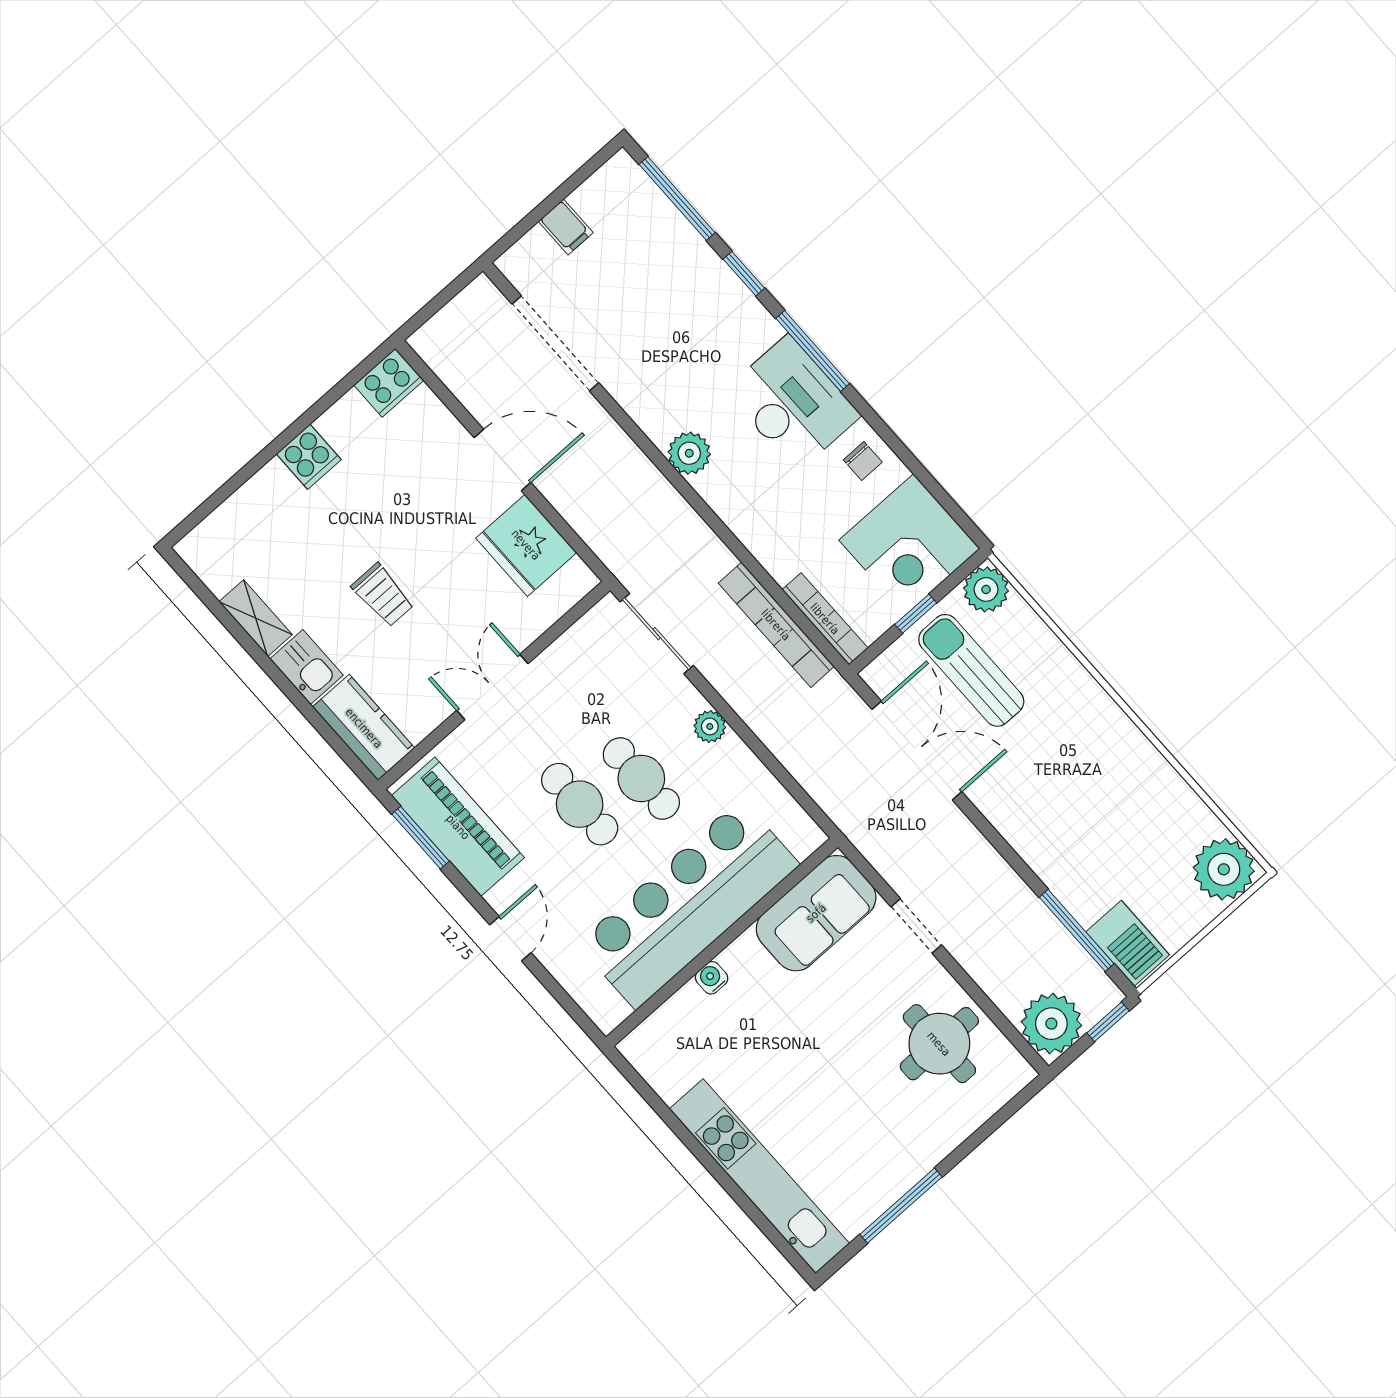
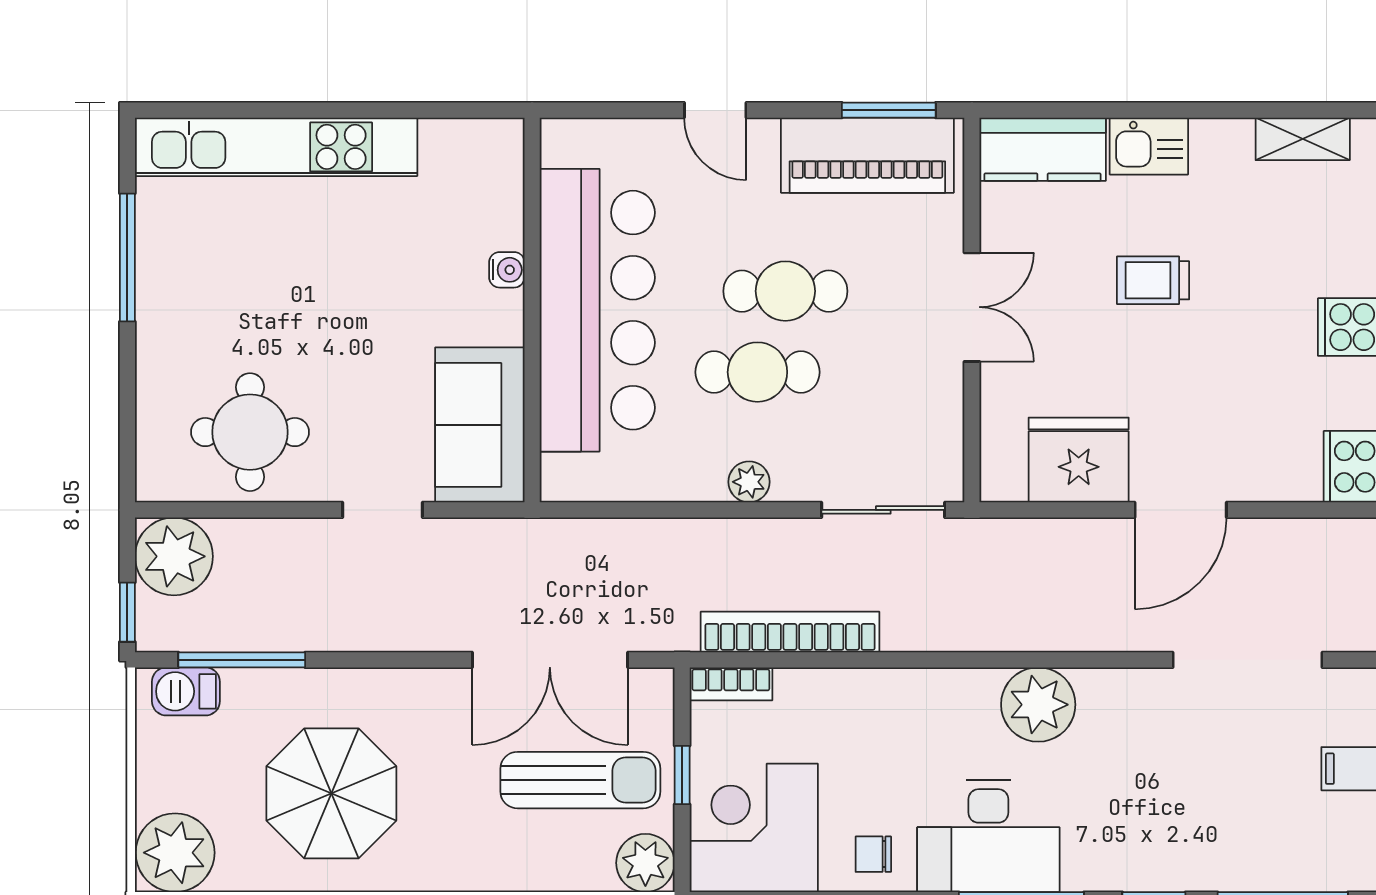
plant: (689, 453) -> (1038, 705), width x1.36, depth x1.36
shelving: (256, 618) -> (1303, 139), moved
bookcase: (825, 619) -> (731, 684), width x0.64
parasol: (1108, 809) -> (331, 793), added
barbecue: (1128, 943) -> (186, 691), width x0.73, depth x0.79

